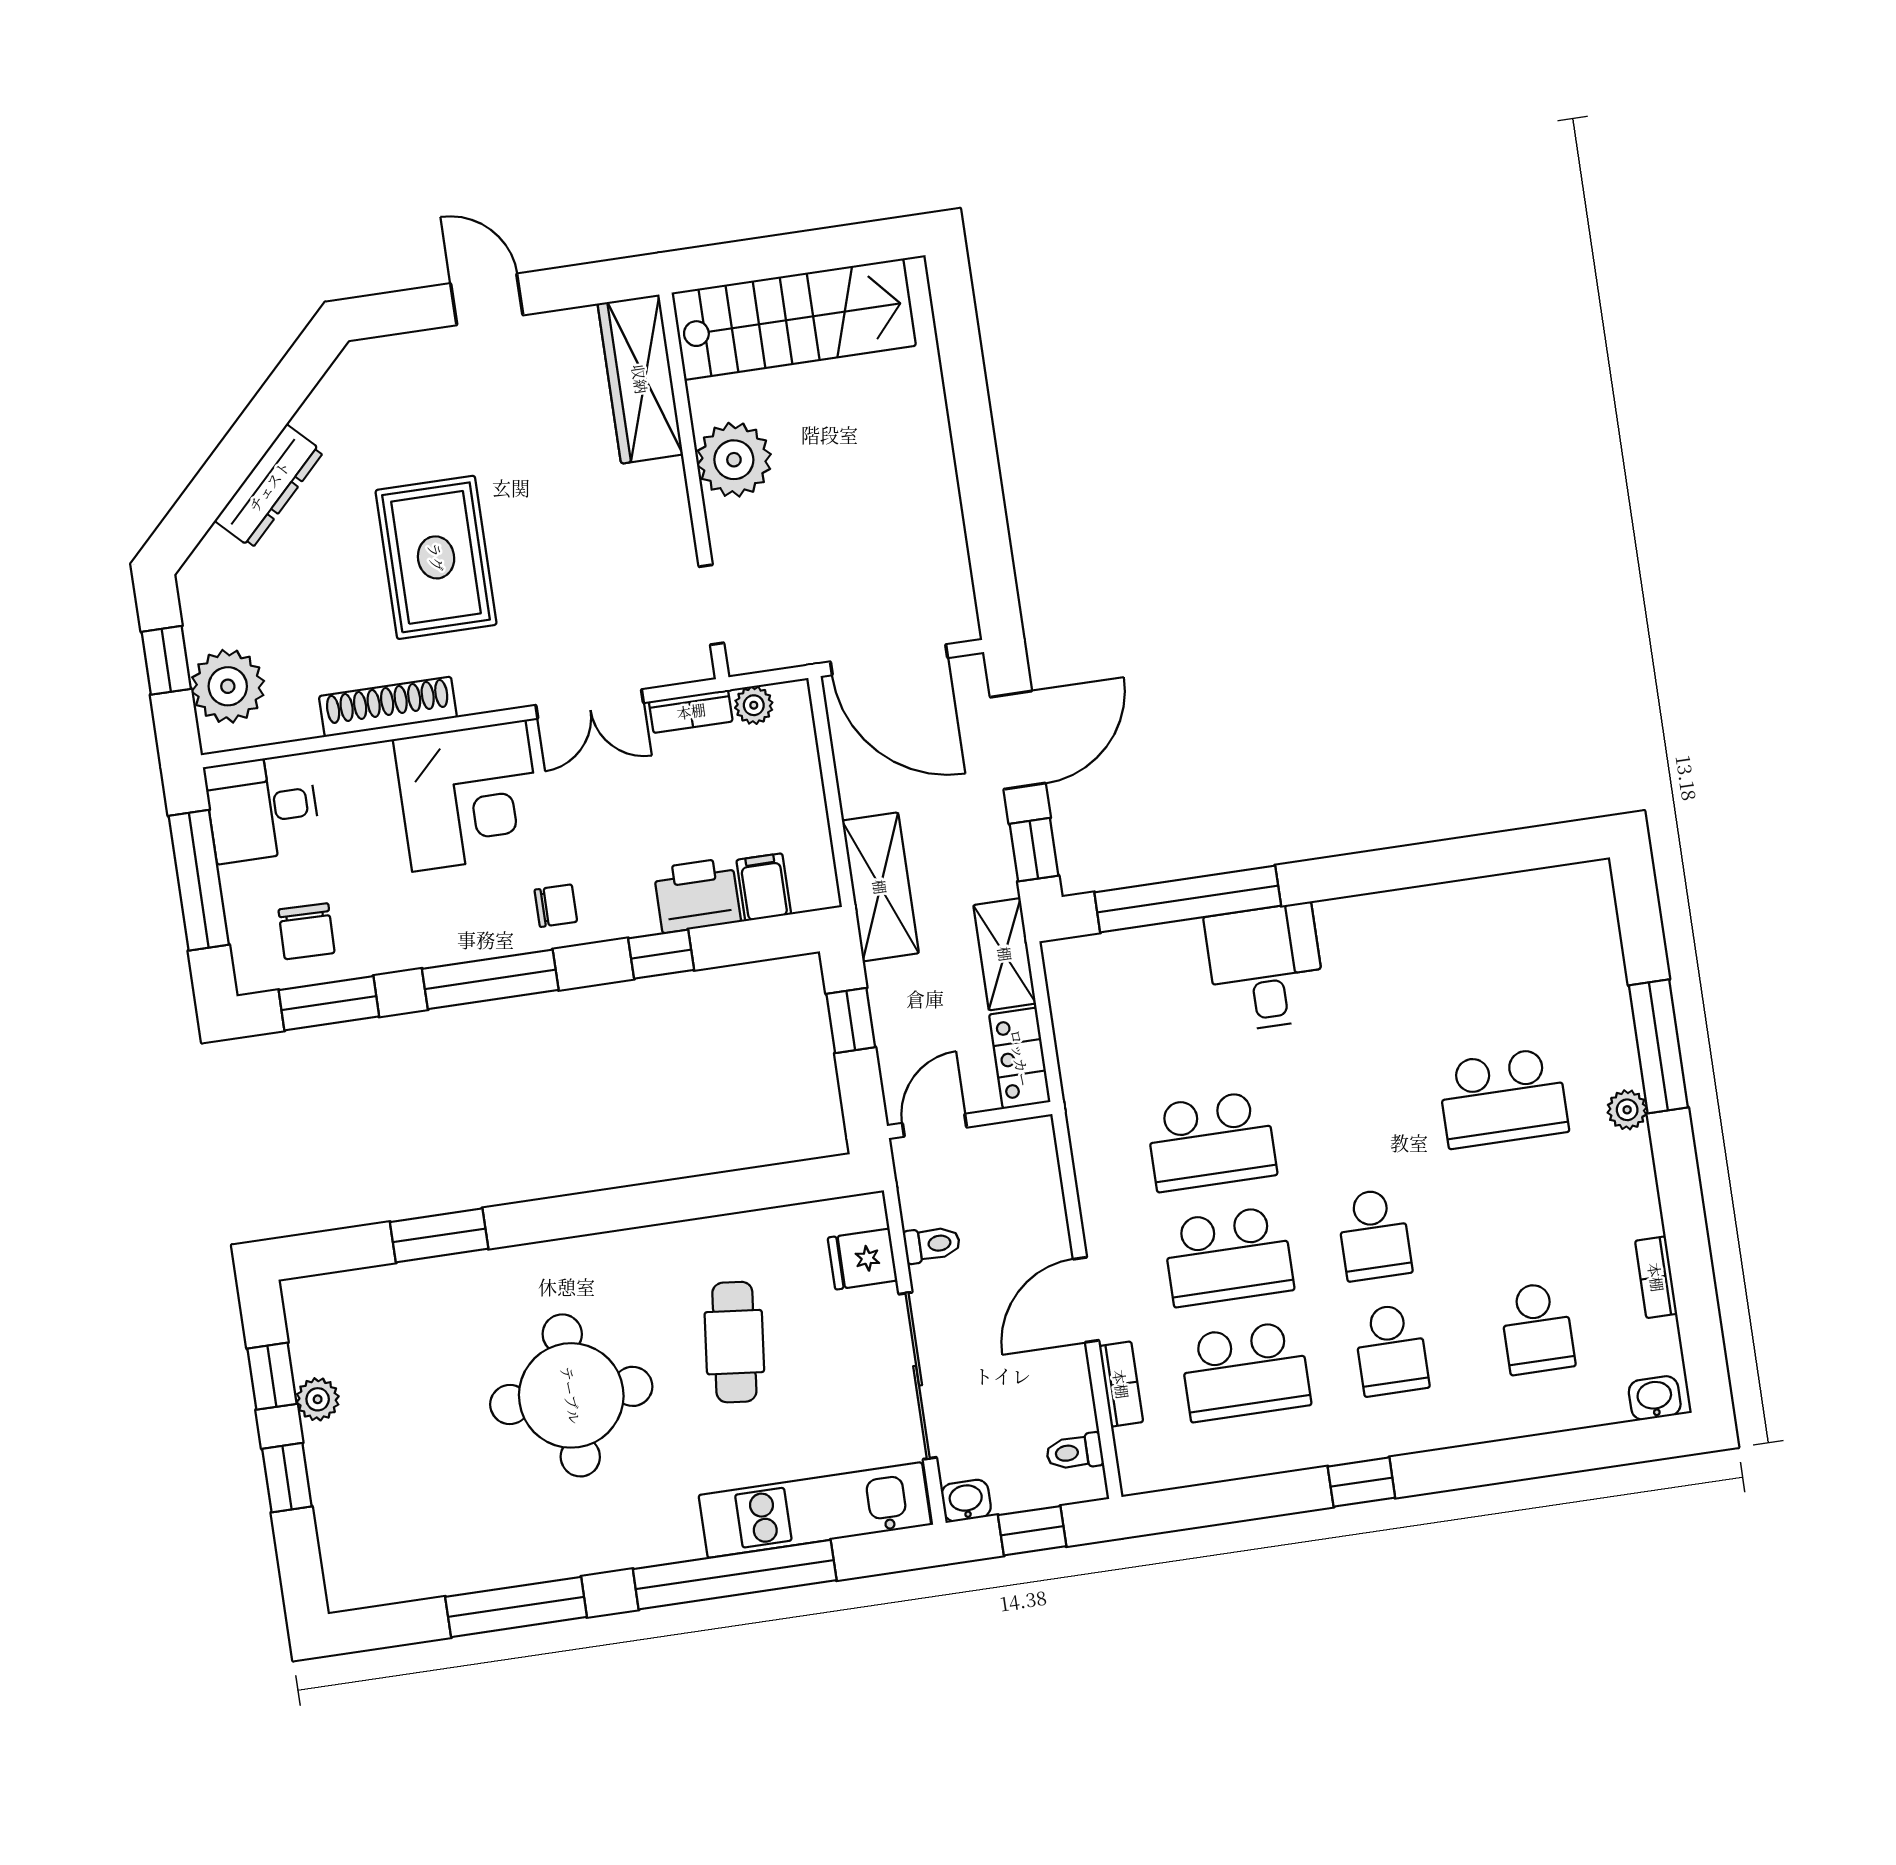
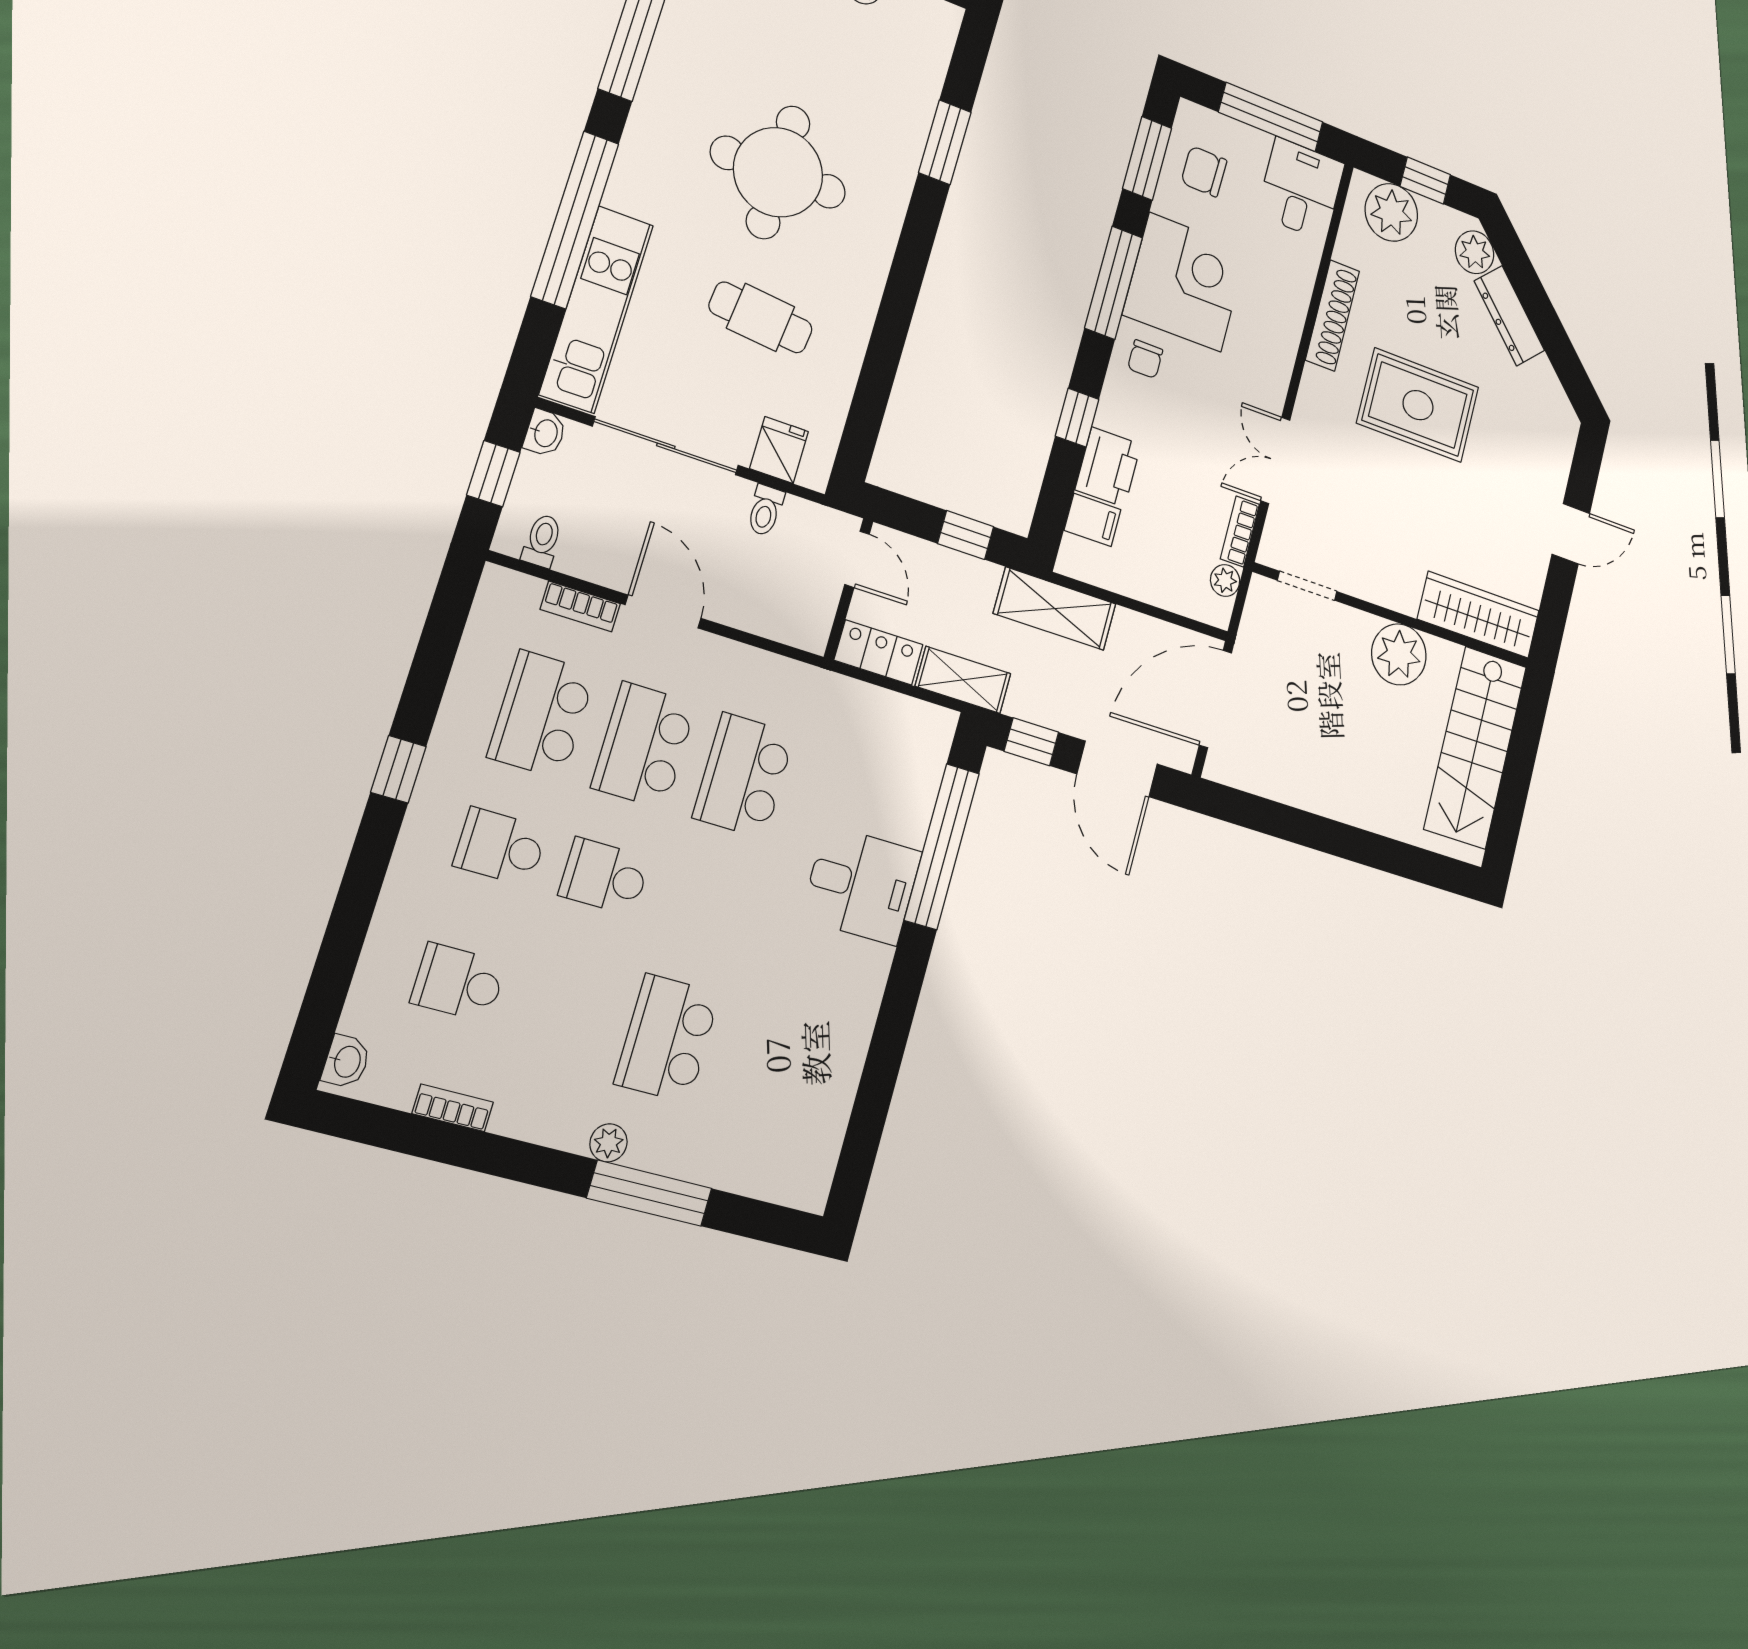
plant: (217, 562) -> (1475, 252), added
corner desk: (469, 796) -> (1185, 282), moved, turned 180

